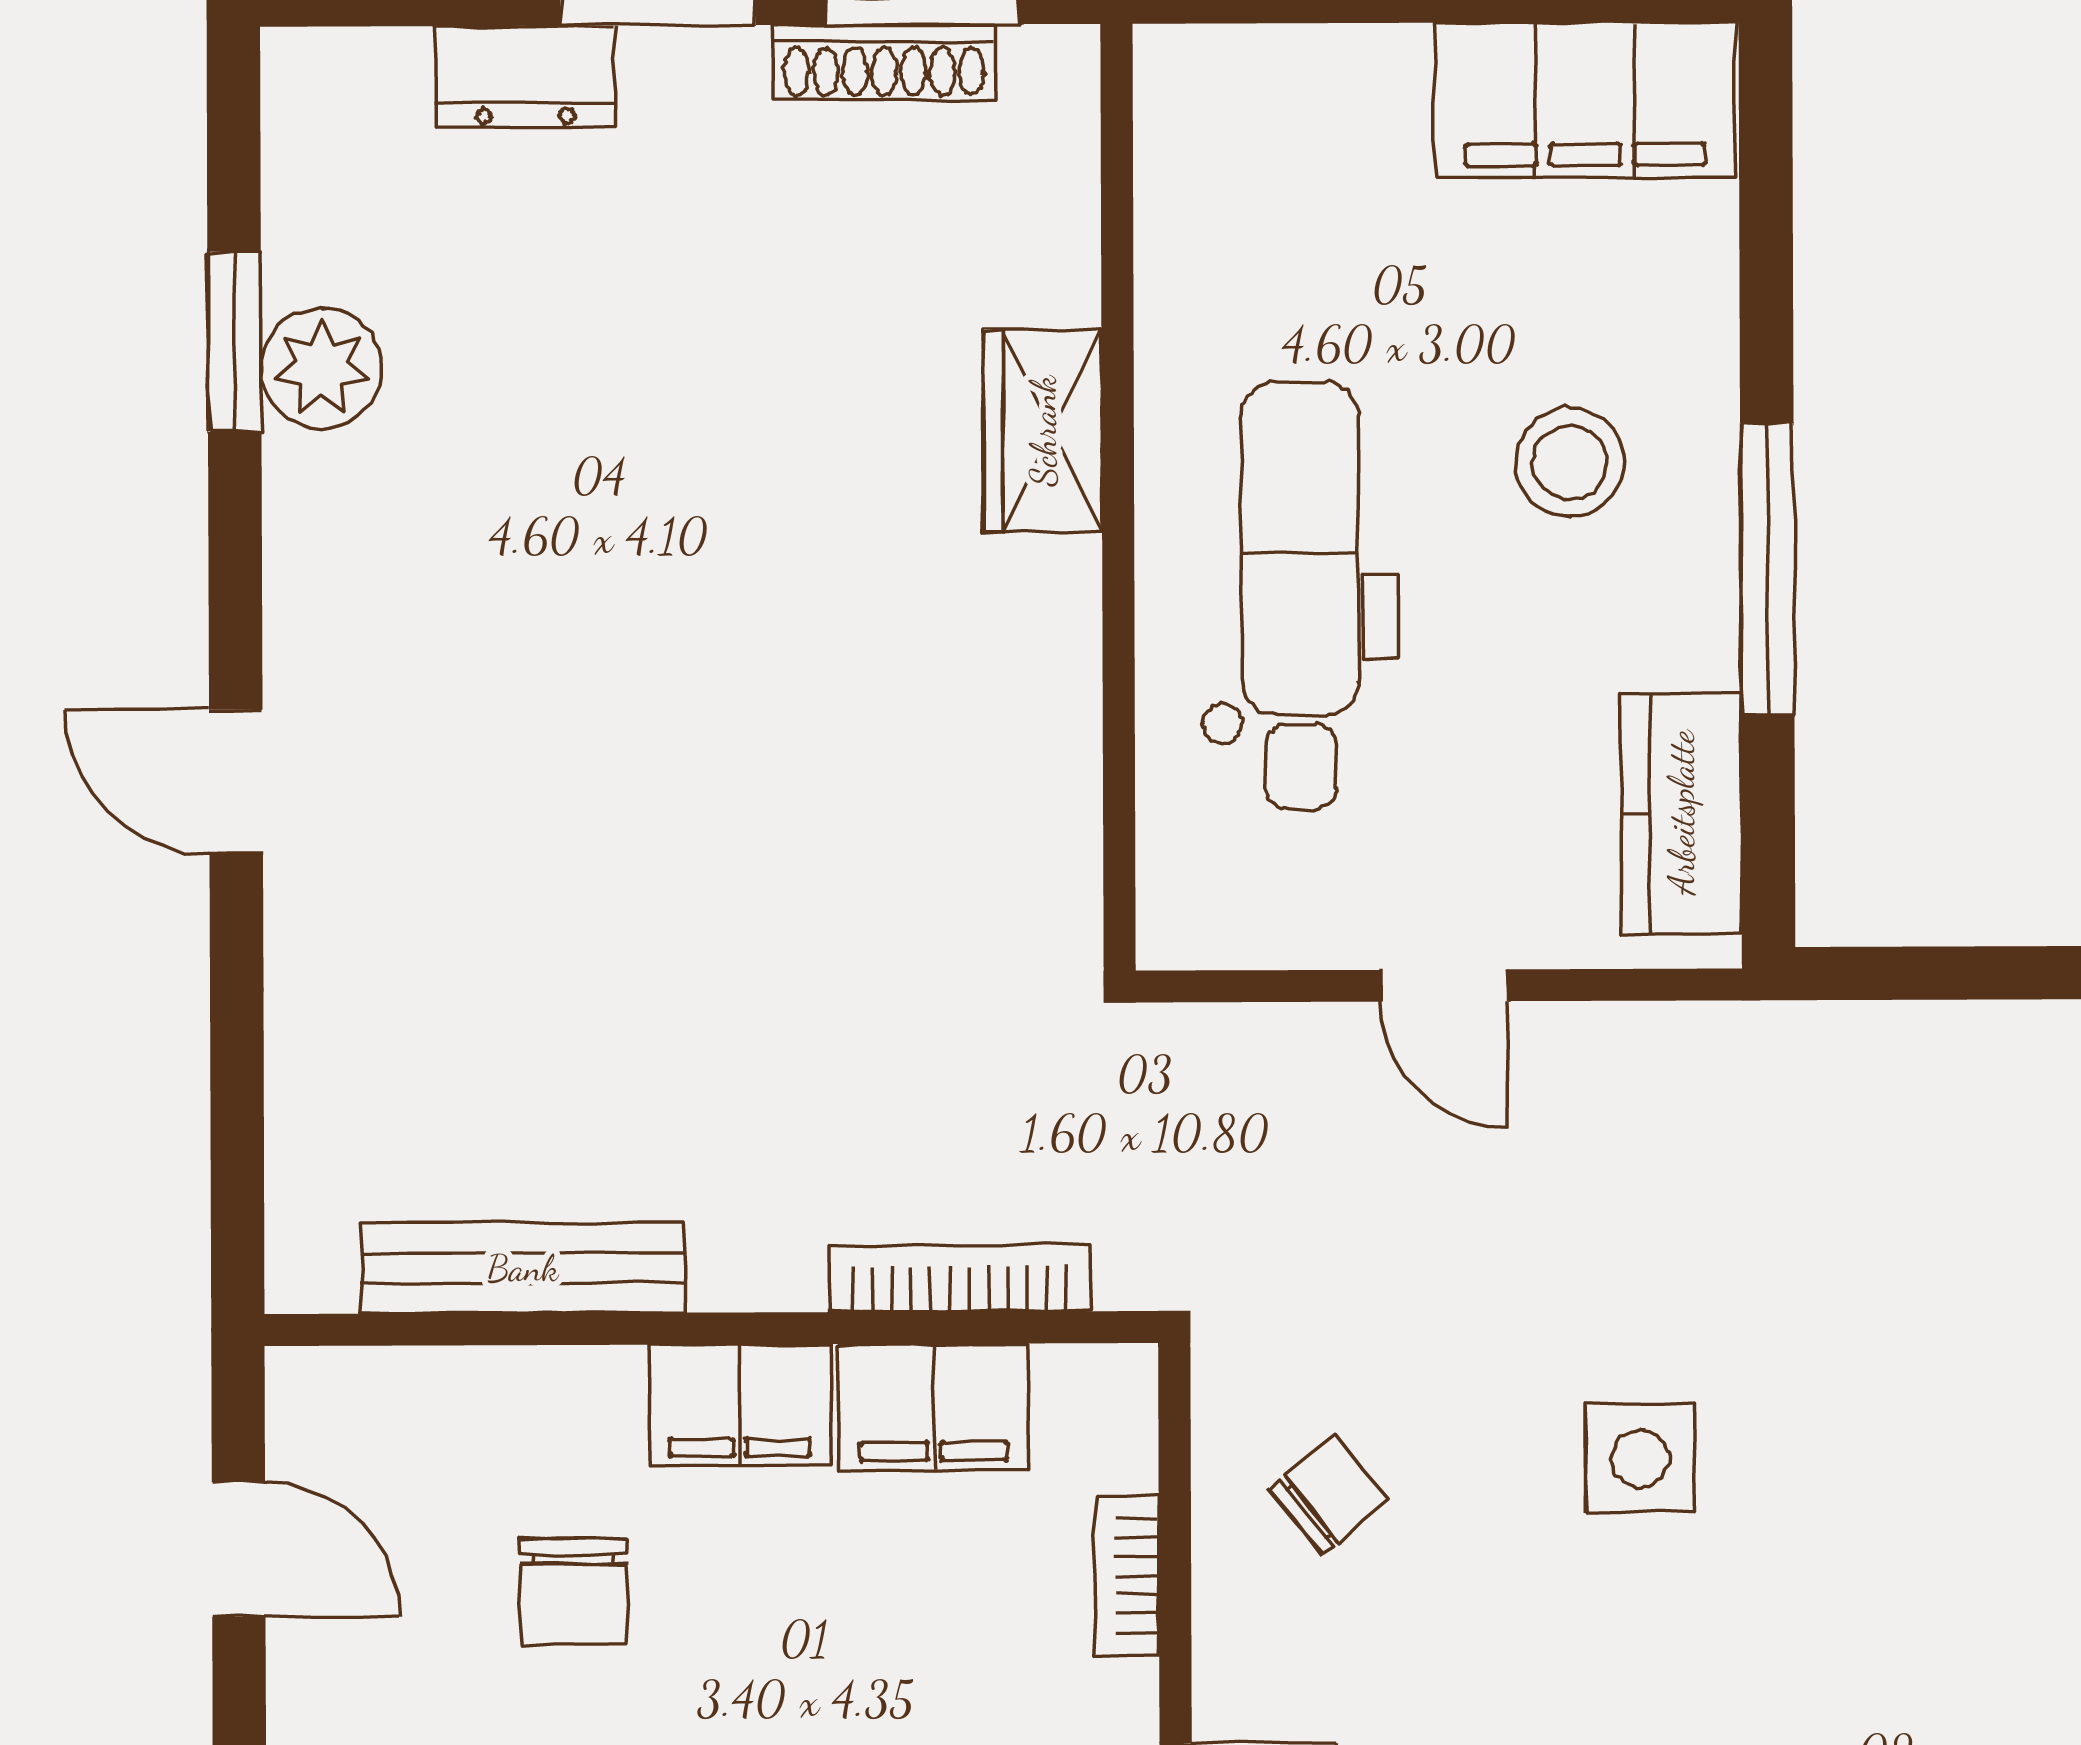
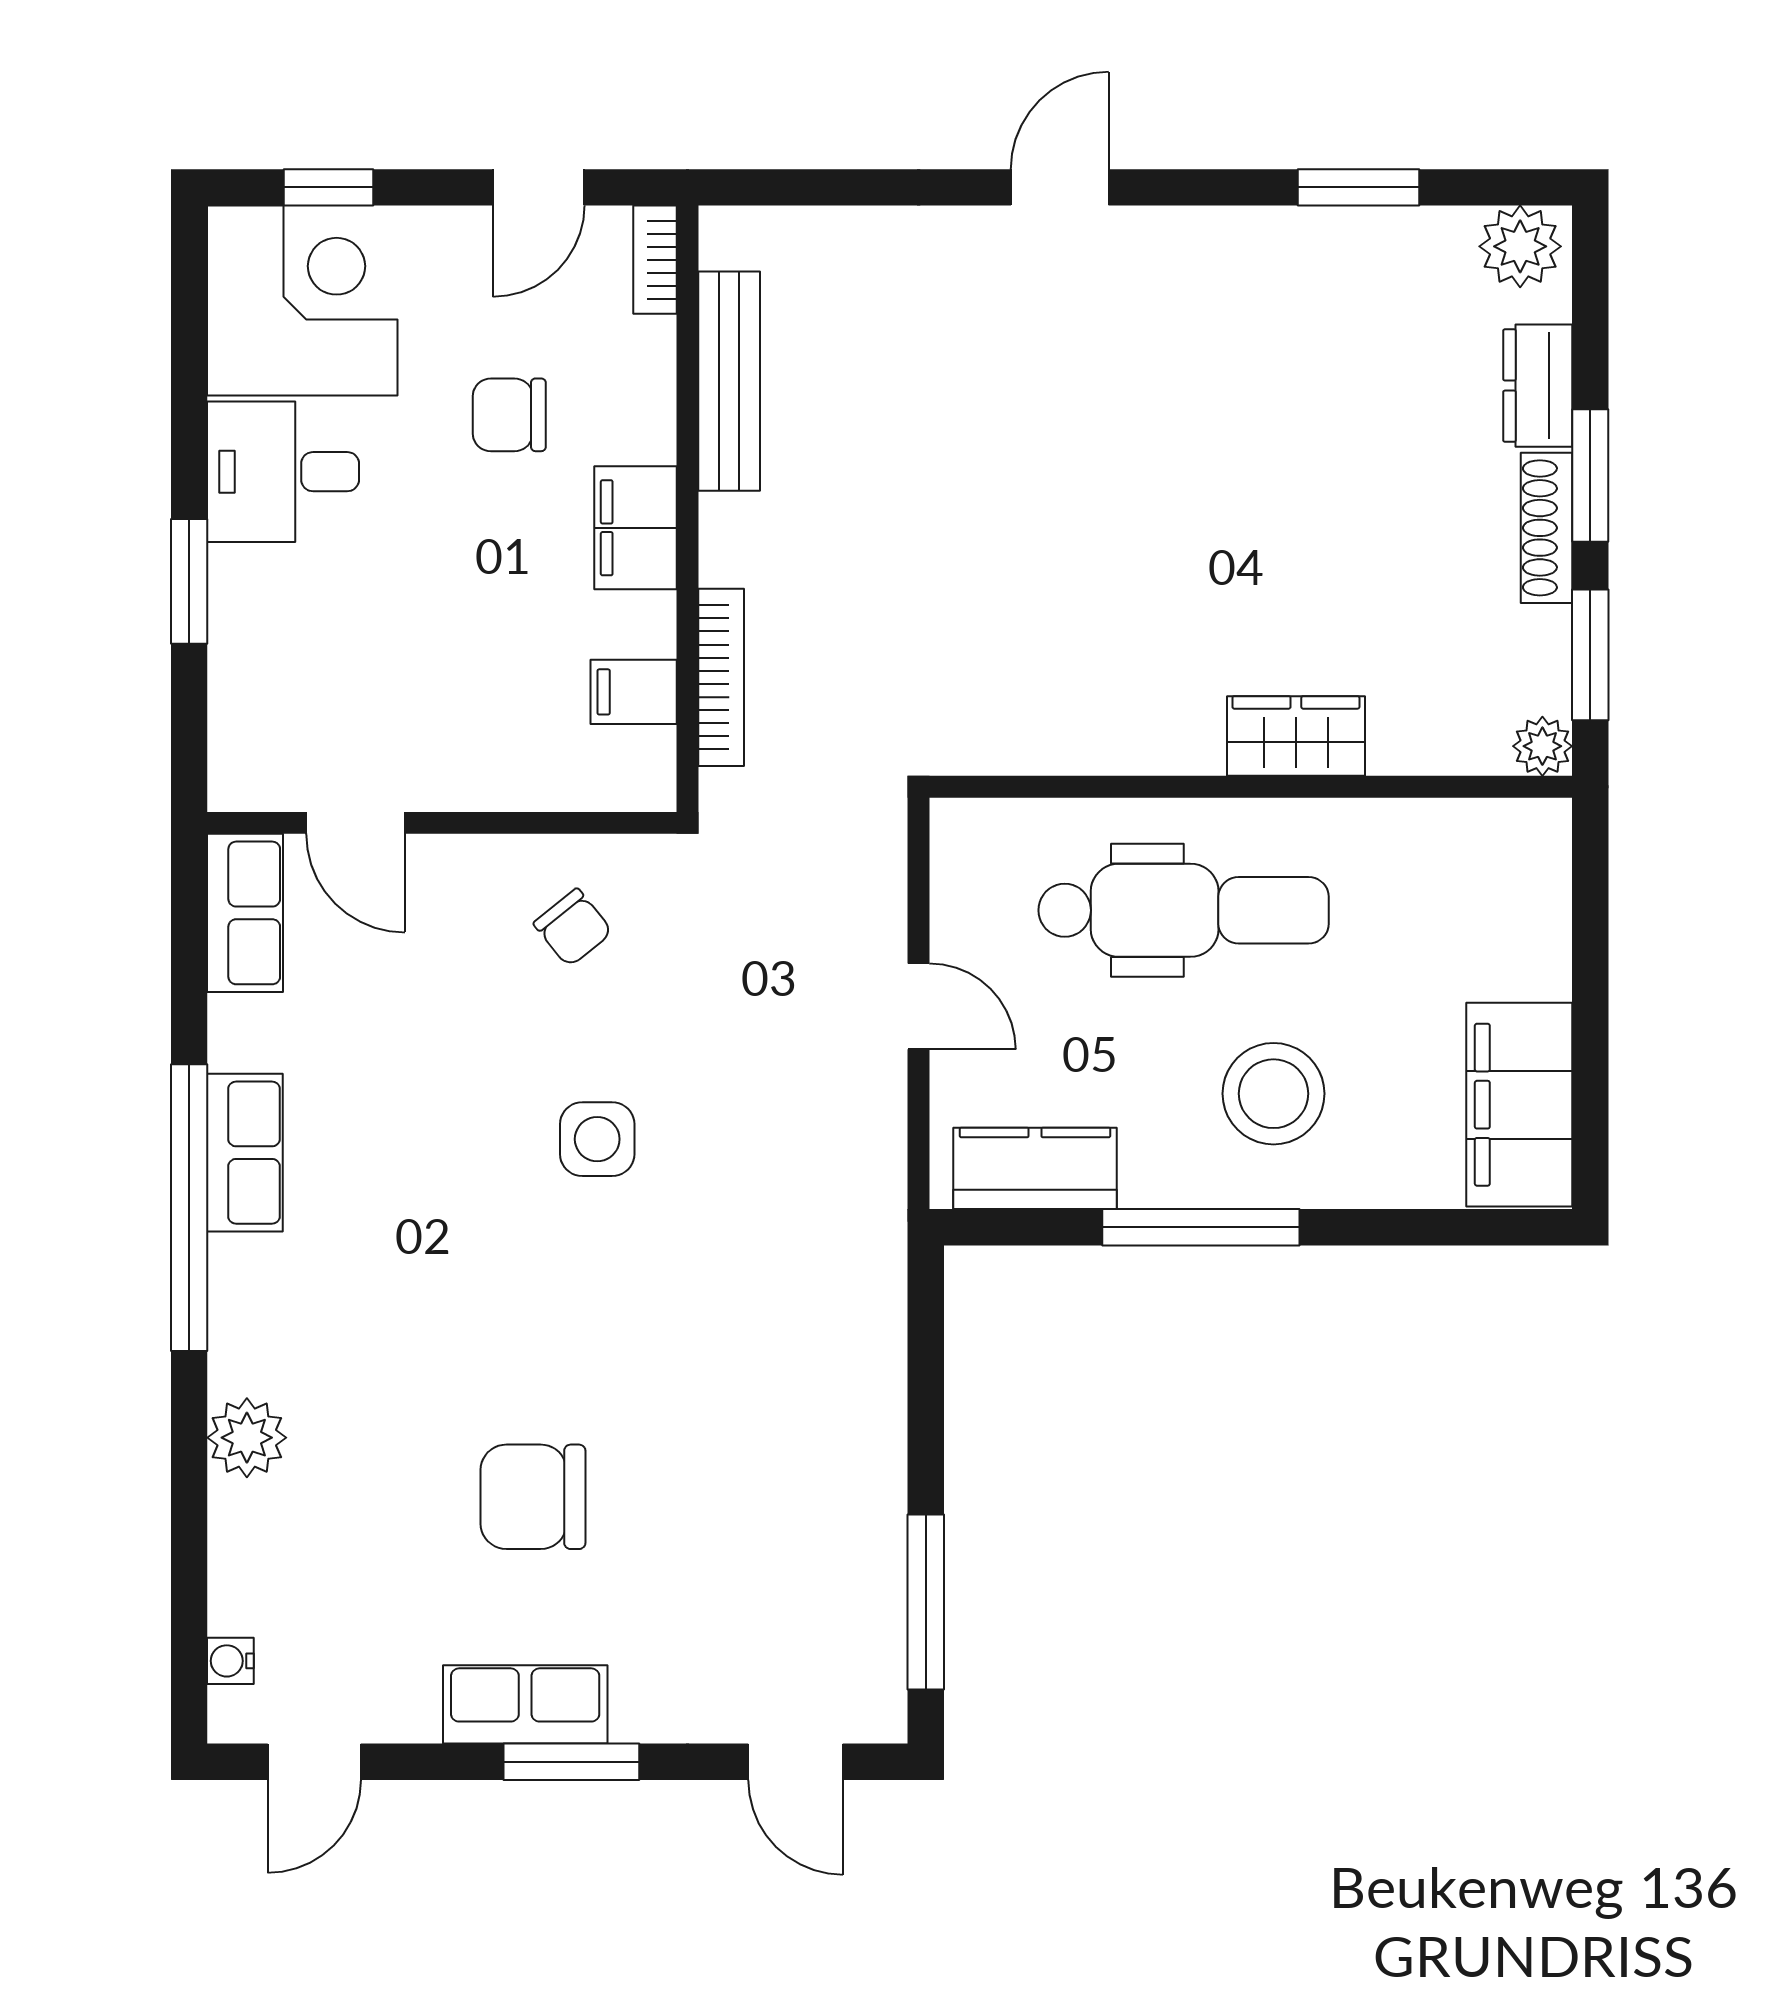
shoe rack: (884, 62) -> (1547, 528), moved
plant: (1057, 68) -> (1542, 746), added
plant: (321, 368) -> (1520, 246), moved
stool: (1570, 462) -> (1273, 1094), width x1.38, depth x1.38
door: (1443, 985) -> (919, 1006), swing flipped
filing cabinet: (934, 1407) -> (634, 692), width x0.50
bookcase: (1127, 1576) -> (655, 260), moved, turned -90

